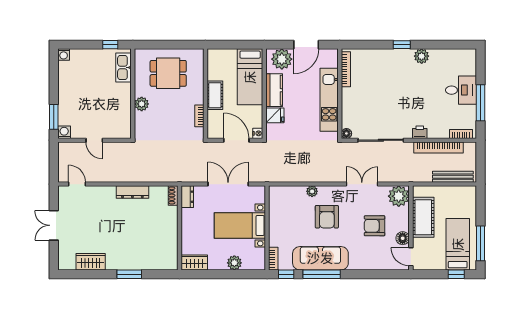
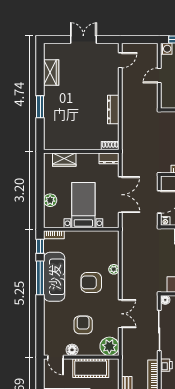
door: (411, 257) -> (56, 357), swing flipped
wardrobe: (194, 262) -> (64, 160), moved, turned 90

